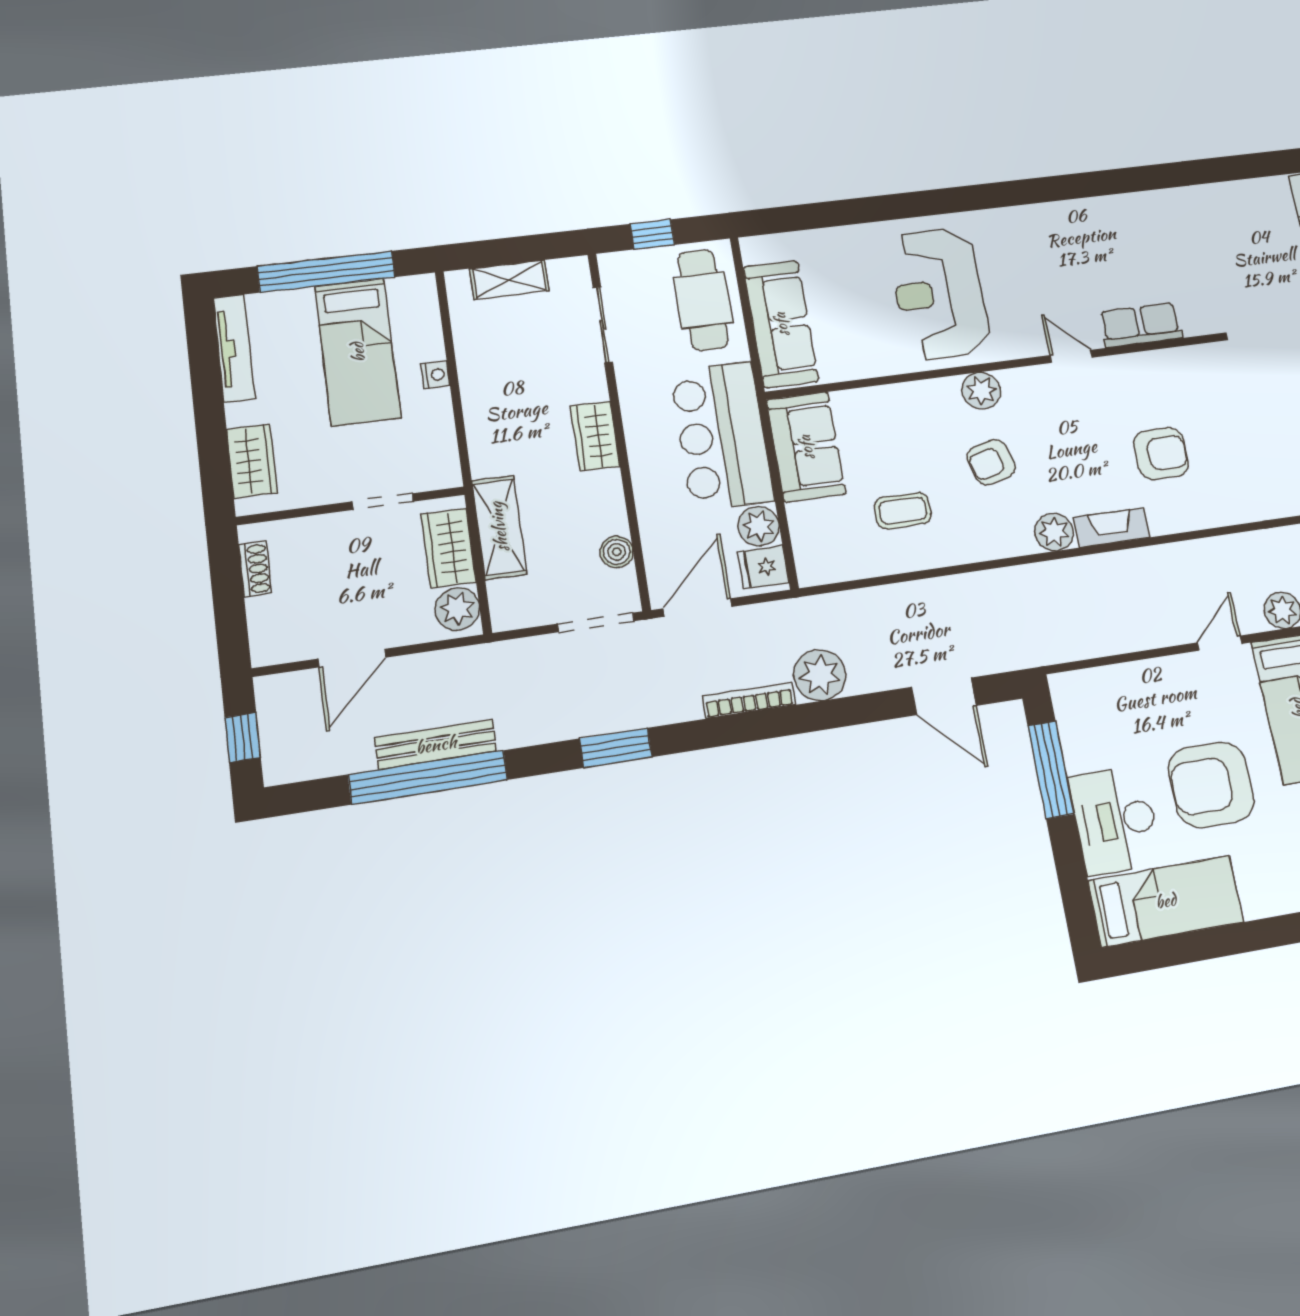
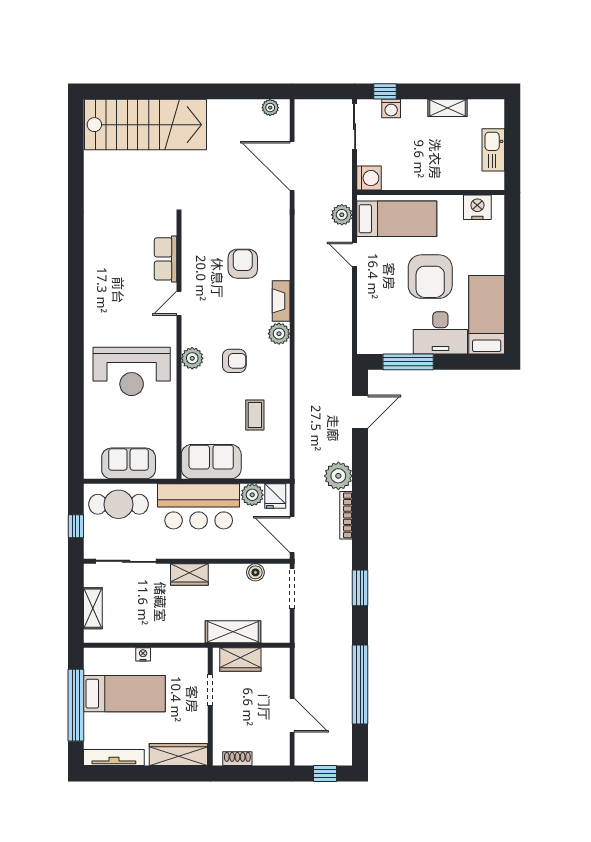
sofa: (781, 324) -> (129, 463), width x0.73
sliding door: (603, 325) -> (126, 561), width x1.37
wardrobe: (252, 461) -> (178, 755), width x1.50
armchair: (991, 462) -> (234, 361), turned -75
plant: (457, 609) -> (274, 659), removed
bench: (436, 745) -> (344, 679), removed

